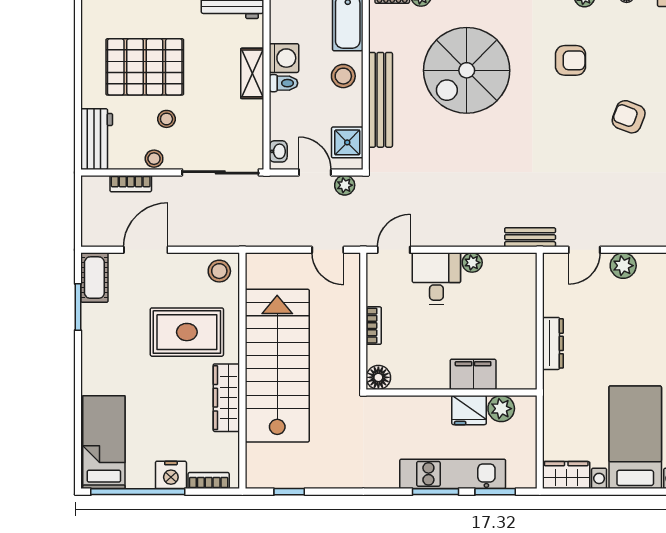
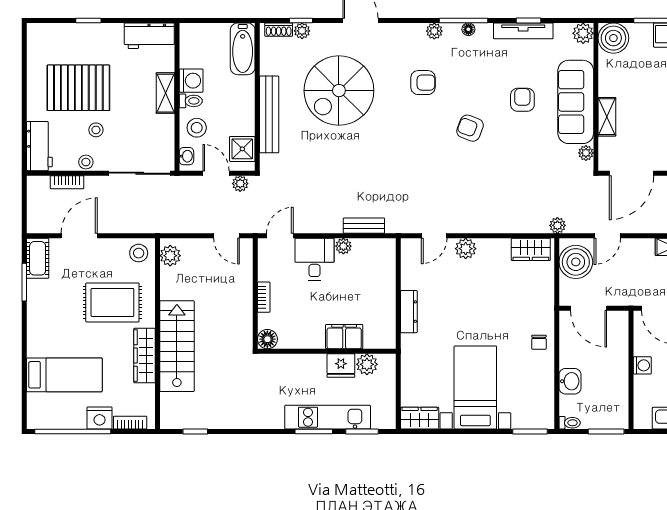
stool: (343, 76) -> (197, 128), moved
bench: (530, 237) -> (364, 226), moved
plant: (258, 274) -> (170, 256), added
stairs: (277, 366) -> (177, 346), width x0.73, depth x0.66
bed: (104, 442) -> (64, 375), moved, turned 90

